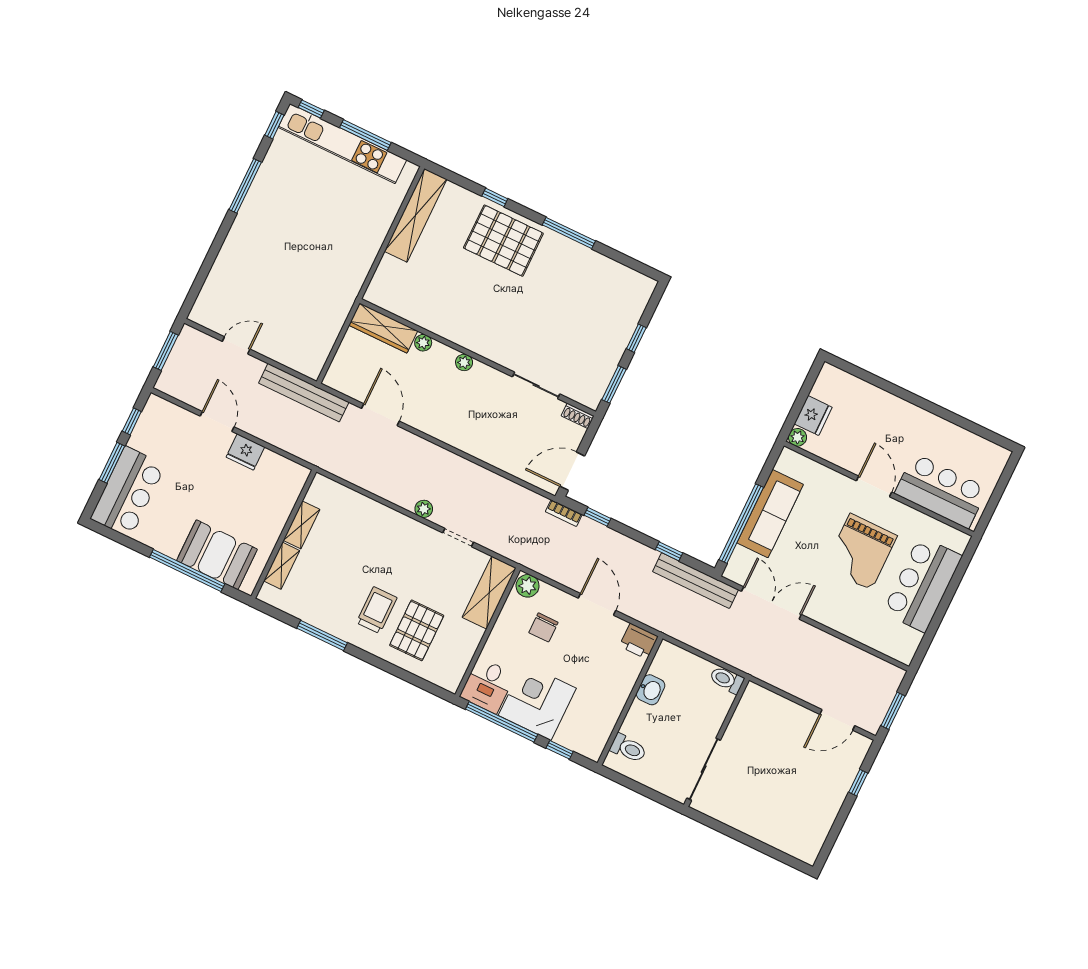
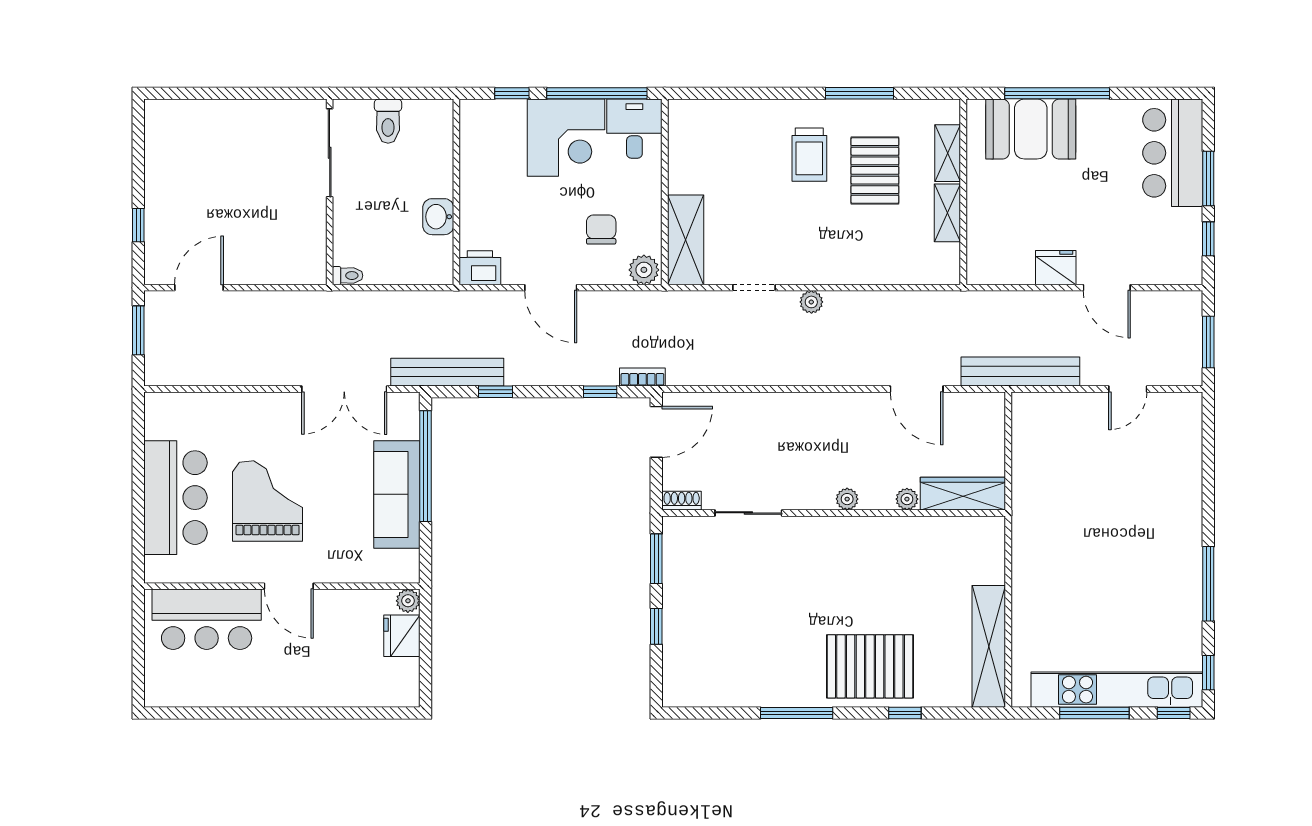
pallet: (417, 630) -> (875, 170), moved
toilet: (727, 680) -> (348, 276), width x0.73, depth x0.72
toilet: (628, 748) -> (388, 121), moved, turned -90

